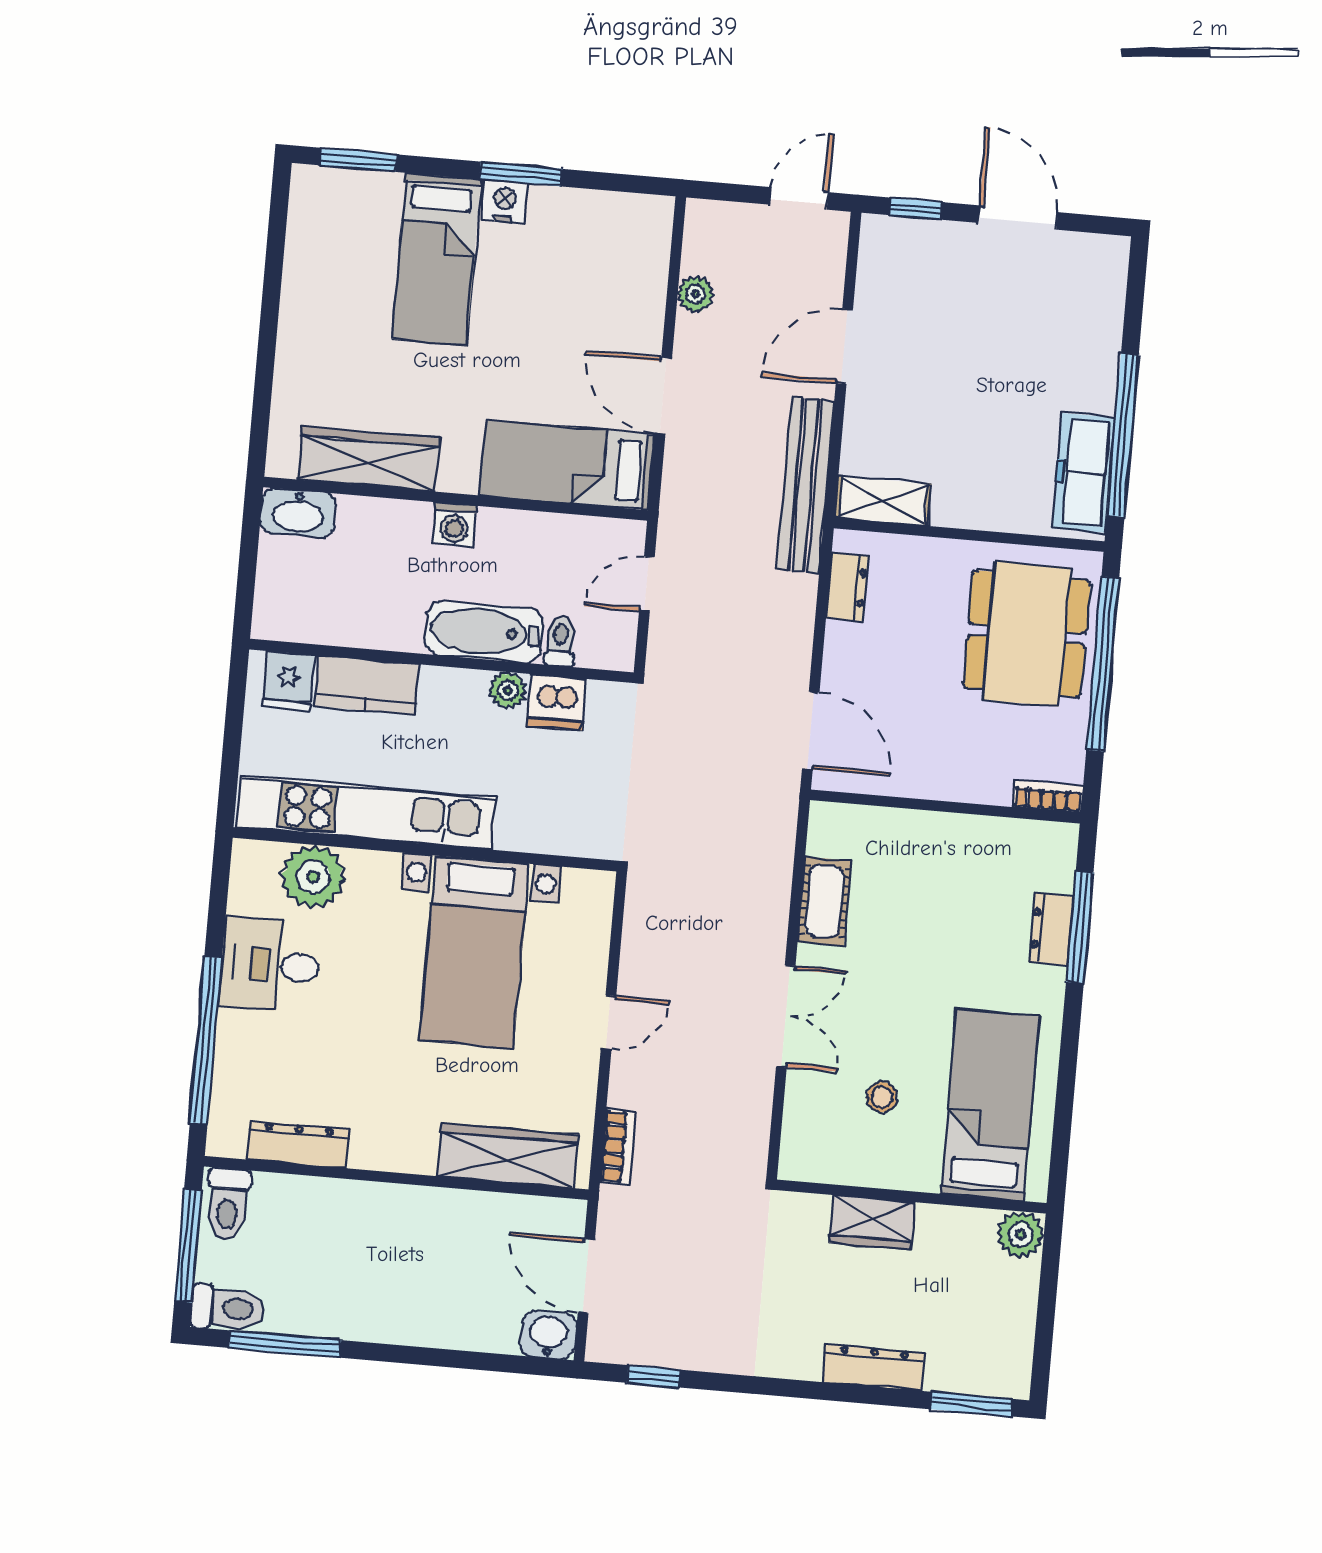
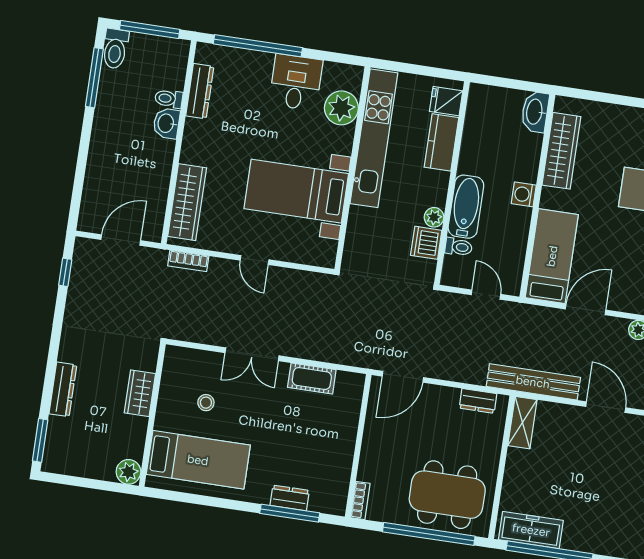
toilet: (228, 1204) -> (169, 99), moved, width x0.73, depth x0.72
washbasin: (549, 1335) -> (166, 123), moved, turned 180

